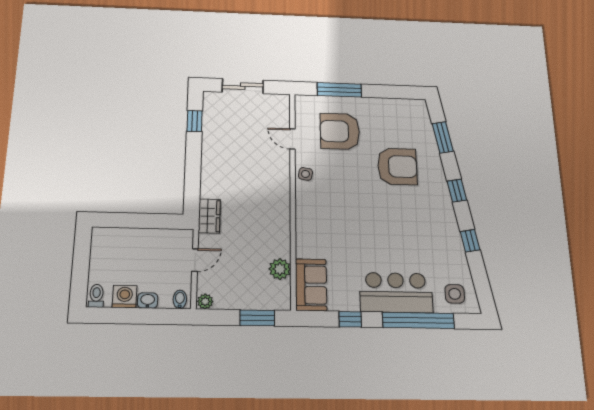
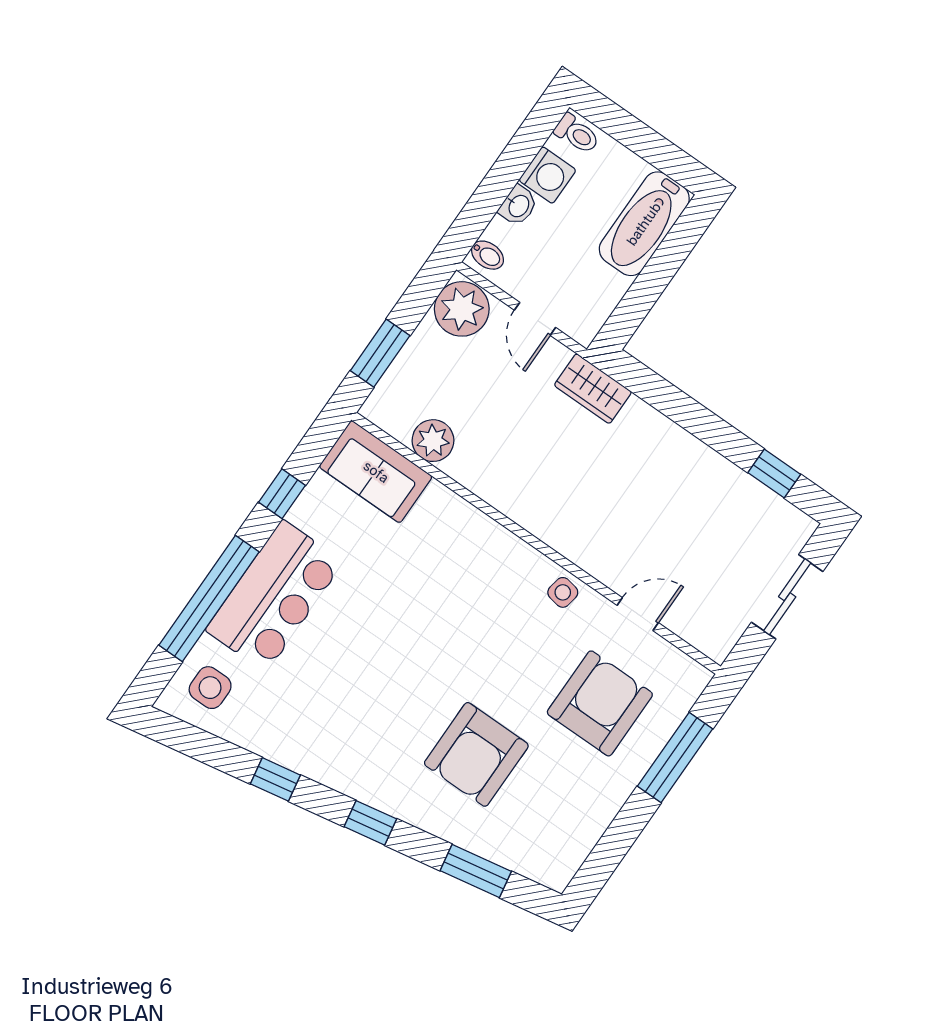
bathtub: (120, 240) -> (644, 224), added
plant: (205, 301) -> (462, 309), width x1.88, depth x1.88

